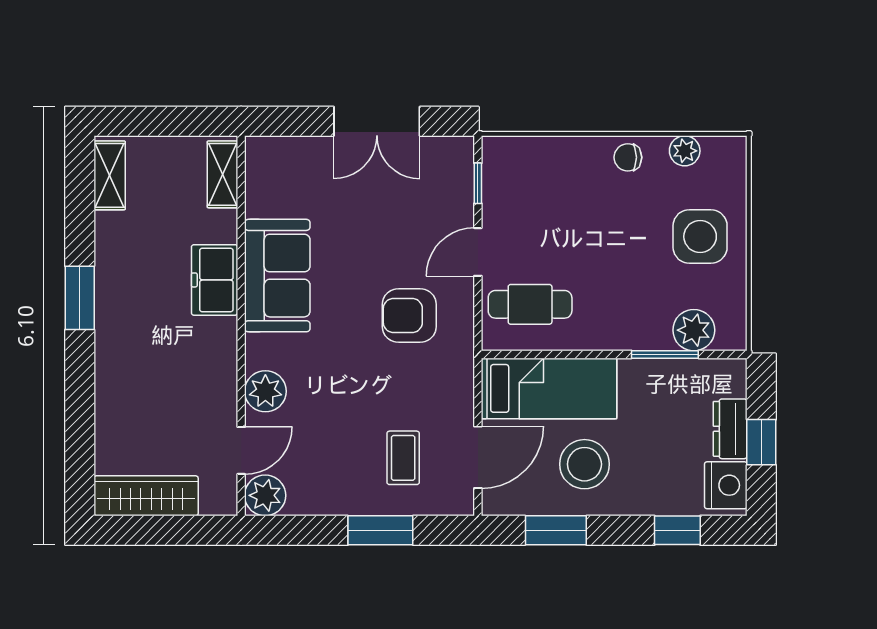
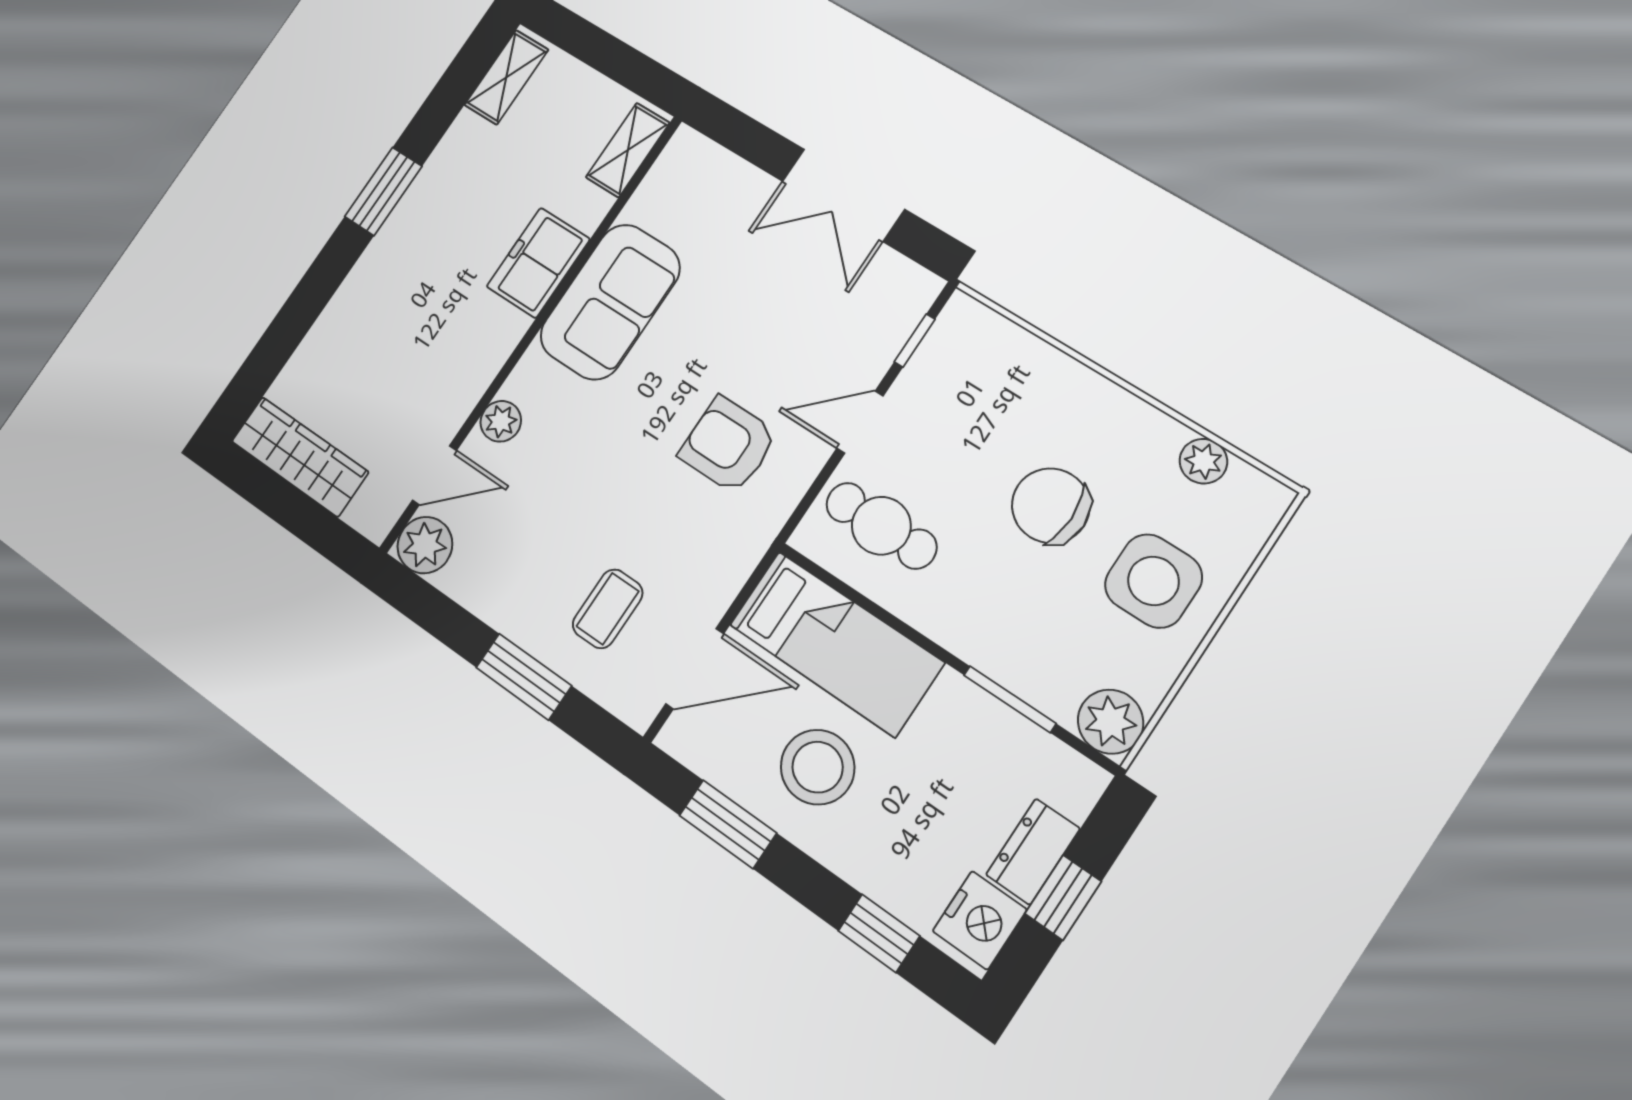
chair: (628, 157) -> (1051, 506), moved, width x1.87, depth x1.87
plant: (694, 330) -> (1111, 722), moved
plant: (265, 391) -> (501, 421), width x0.73, depth x0.73

